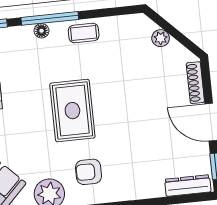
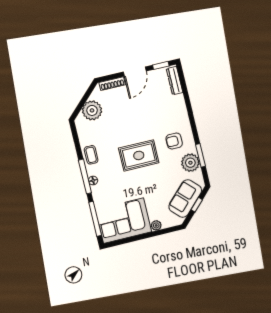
plant: (161, 38) -> (92, 110), width x1.87, depth x1.87
armchair: (89, 172) -> (174, 141), turned 90

